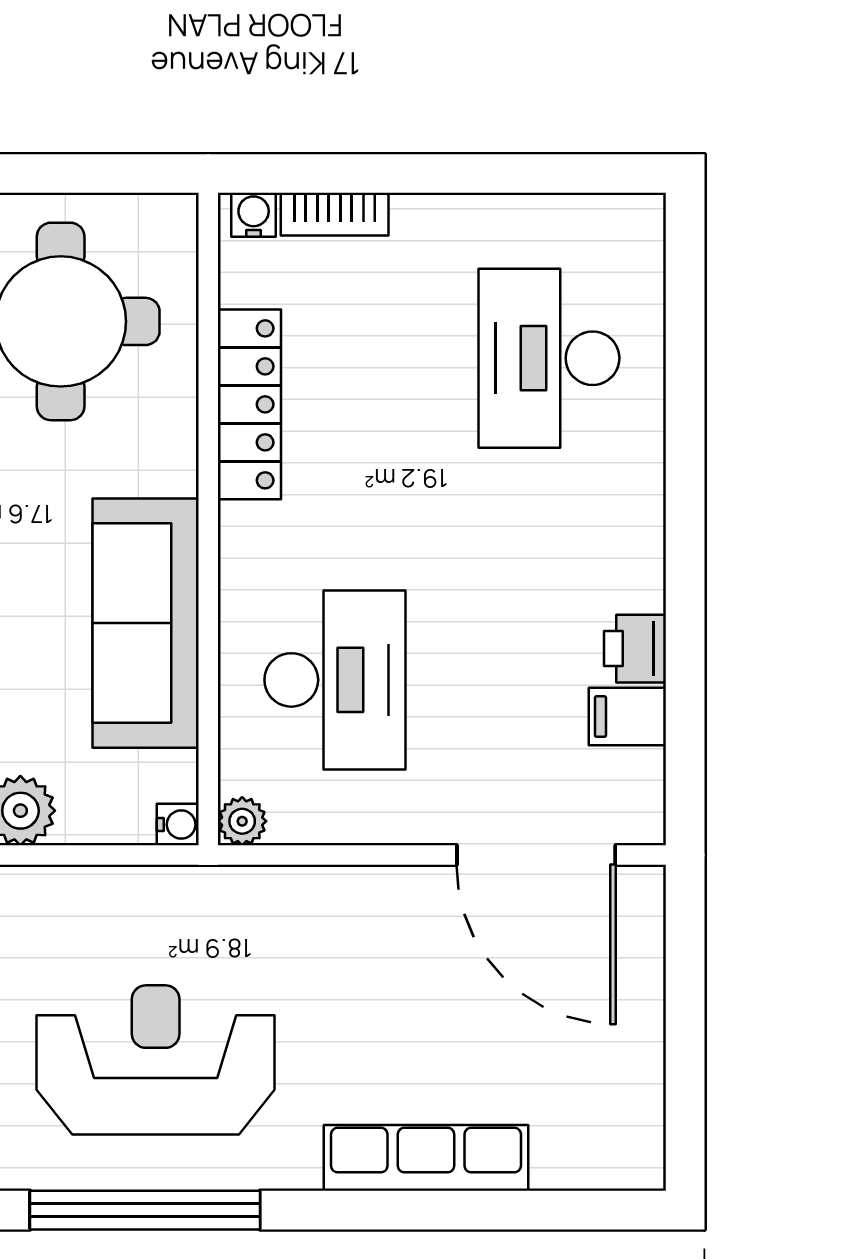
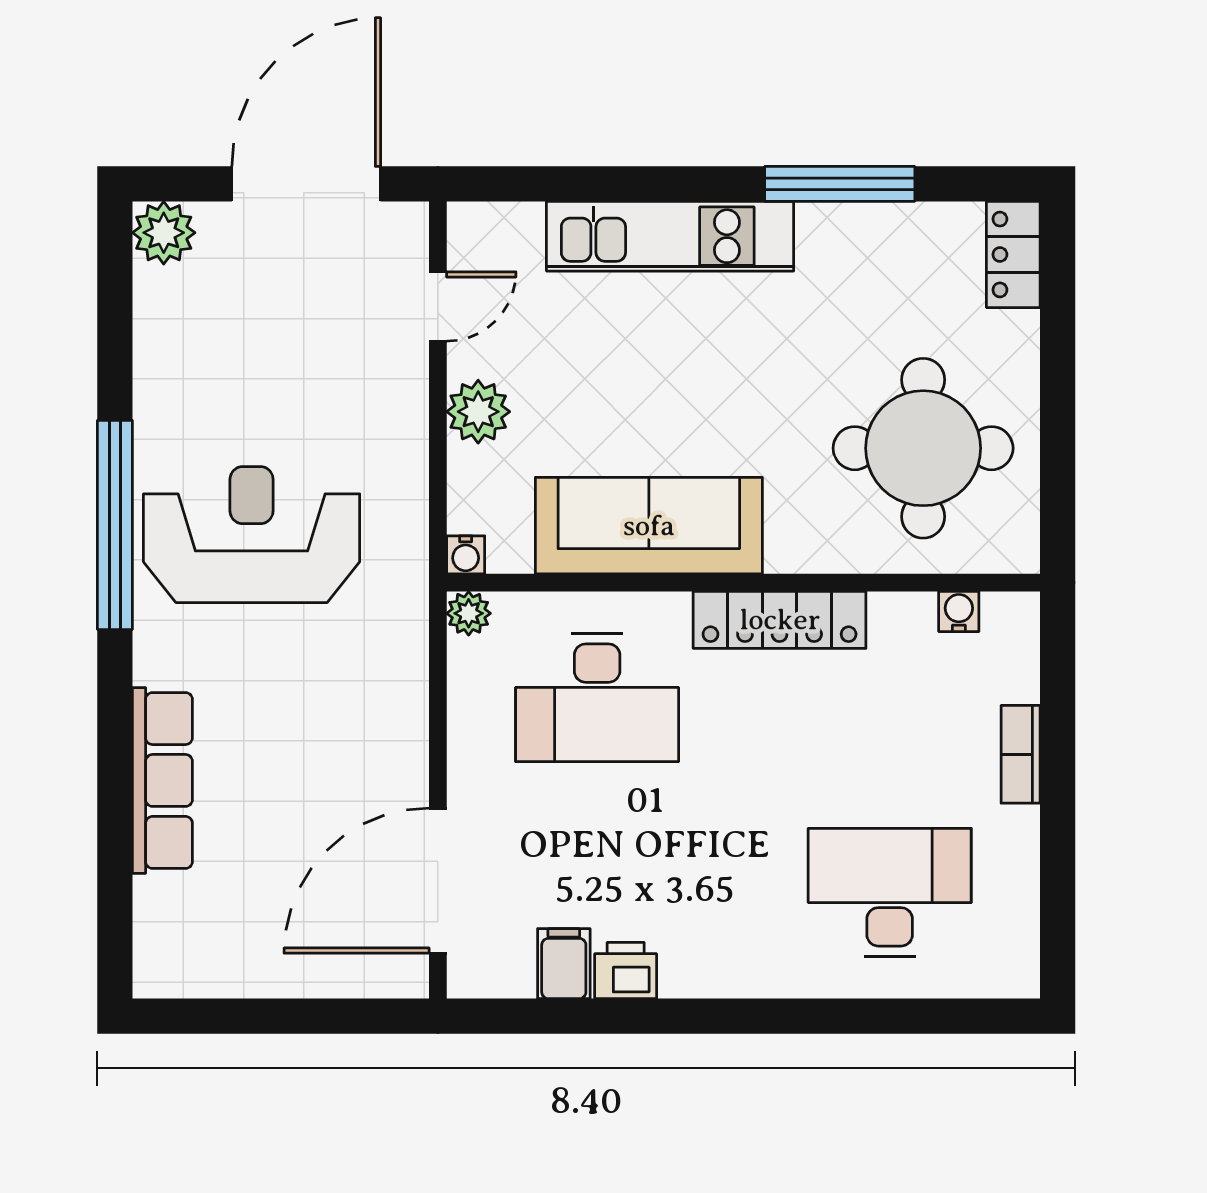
bookcase: (335, 214) -> (1021, 754), moved
water cooler: (254, 215) -> (959, 611), moved, turned -90
locker: (249, 404) -> (780, 620), moved
reception desk: (156, 1060) -> (252, 535), turned -90

